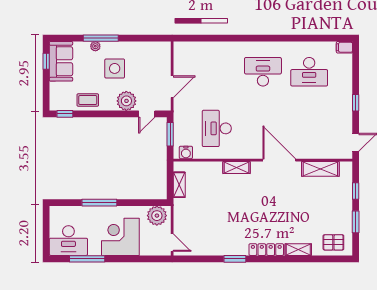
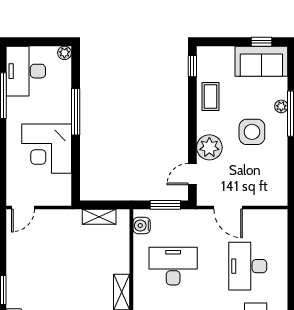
desk: (217, 72) -> (248, 266), added
door: (147, 114) -> (192, 174), hinge flipped
plant: (157, 216) -> (64, 53), moved, width x0.53, depth x0.53
corner desk: (120, 237) -> (47, 149), moved, turned 180

